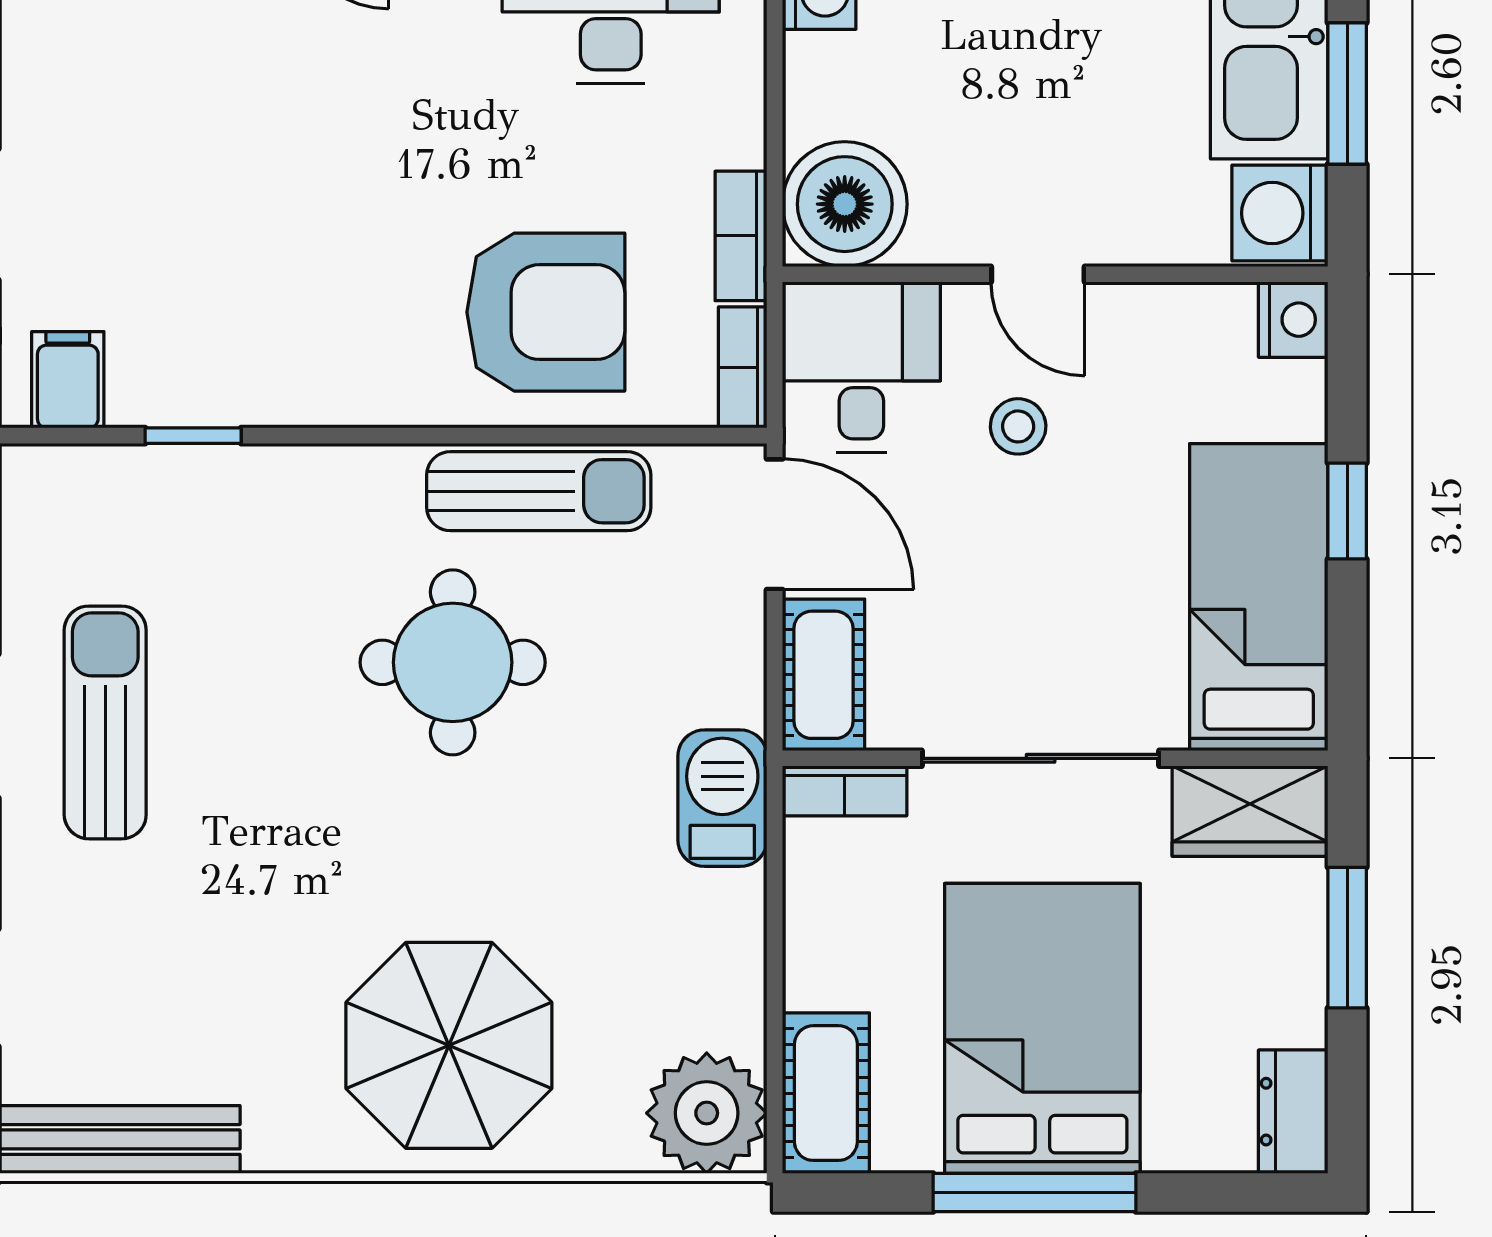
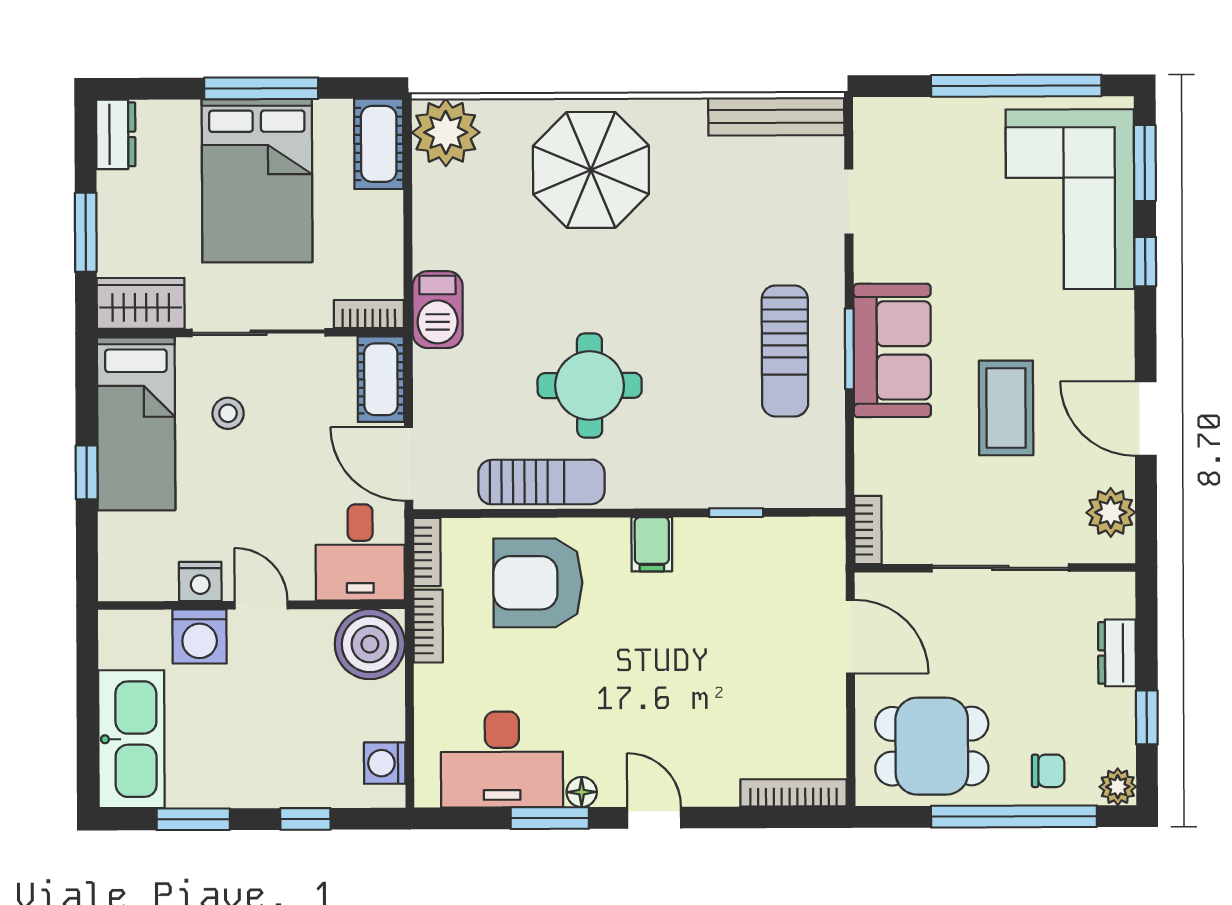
window: (1347, 93) -> (87, 707), removed
washing machine: (1280, 213) -> (200, 637), moved, turned 90
nightstand: (1293, 320) -> (200, 581), moved, turned -90
filing cabinet: (68, 380) -> (652, 544), moved
stool: (1018, 426) -> (228, 413), moved
sun lounger: (539, 491) -> (541, 482), turned 180

